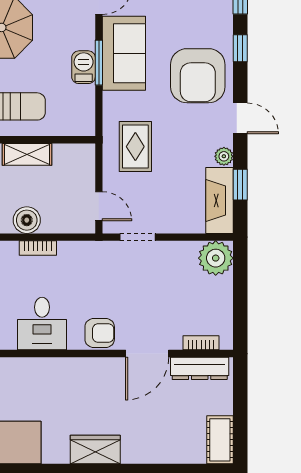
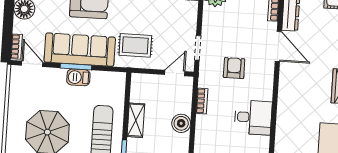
sofa: (124, 53) -> (80, 50), width x1.36
bookcase: (38, 248) -> (202, 101), moved
armchair: (100, 333) -> (234, 68), moved

